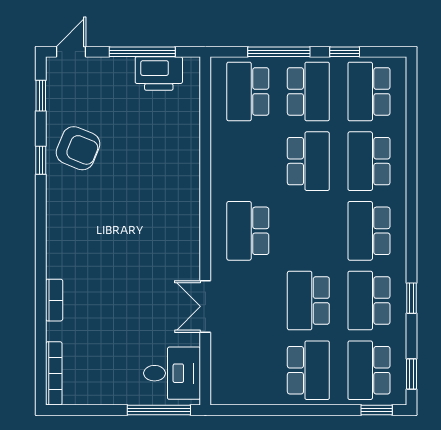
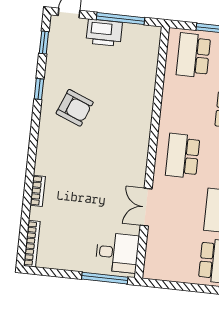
printer: (159, 73) -> (104, 33), moved
armchair: (78, 148) -> (75, 108), moved

